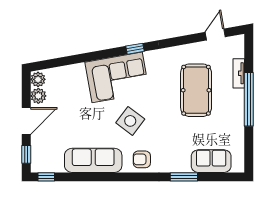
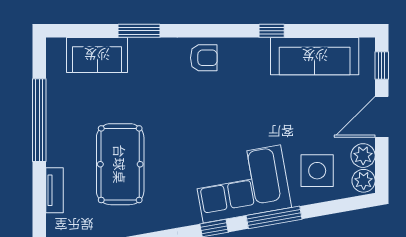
window: (96, 56) -> (274, 217), added
window: (249, 99) -> (39, 120), moved
side table: (130, 121) -> (317, 171), moved, turned -37
sofa: (93, 160) -> (315, 56), moved
window: (46, 177) -> (272, 31), moved

